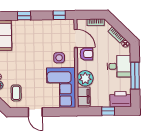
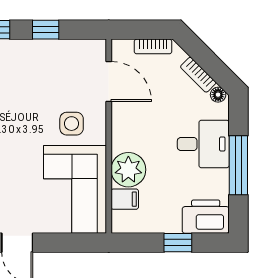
window: (59, 15) -> (46, 30), moved
armchair: (86, 54) -> (132, 116), removed
filing cabinet: (84, 96) -> (125, 199), width x0.50

